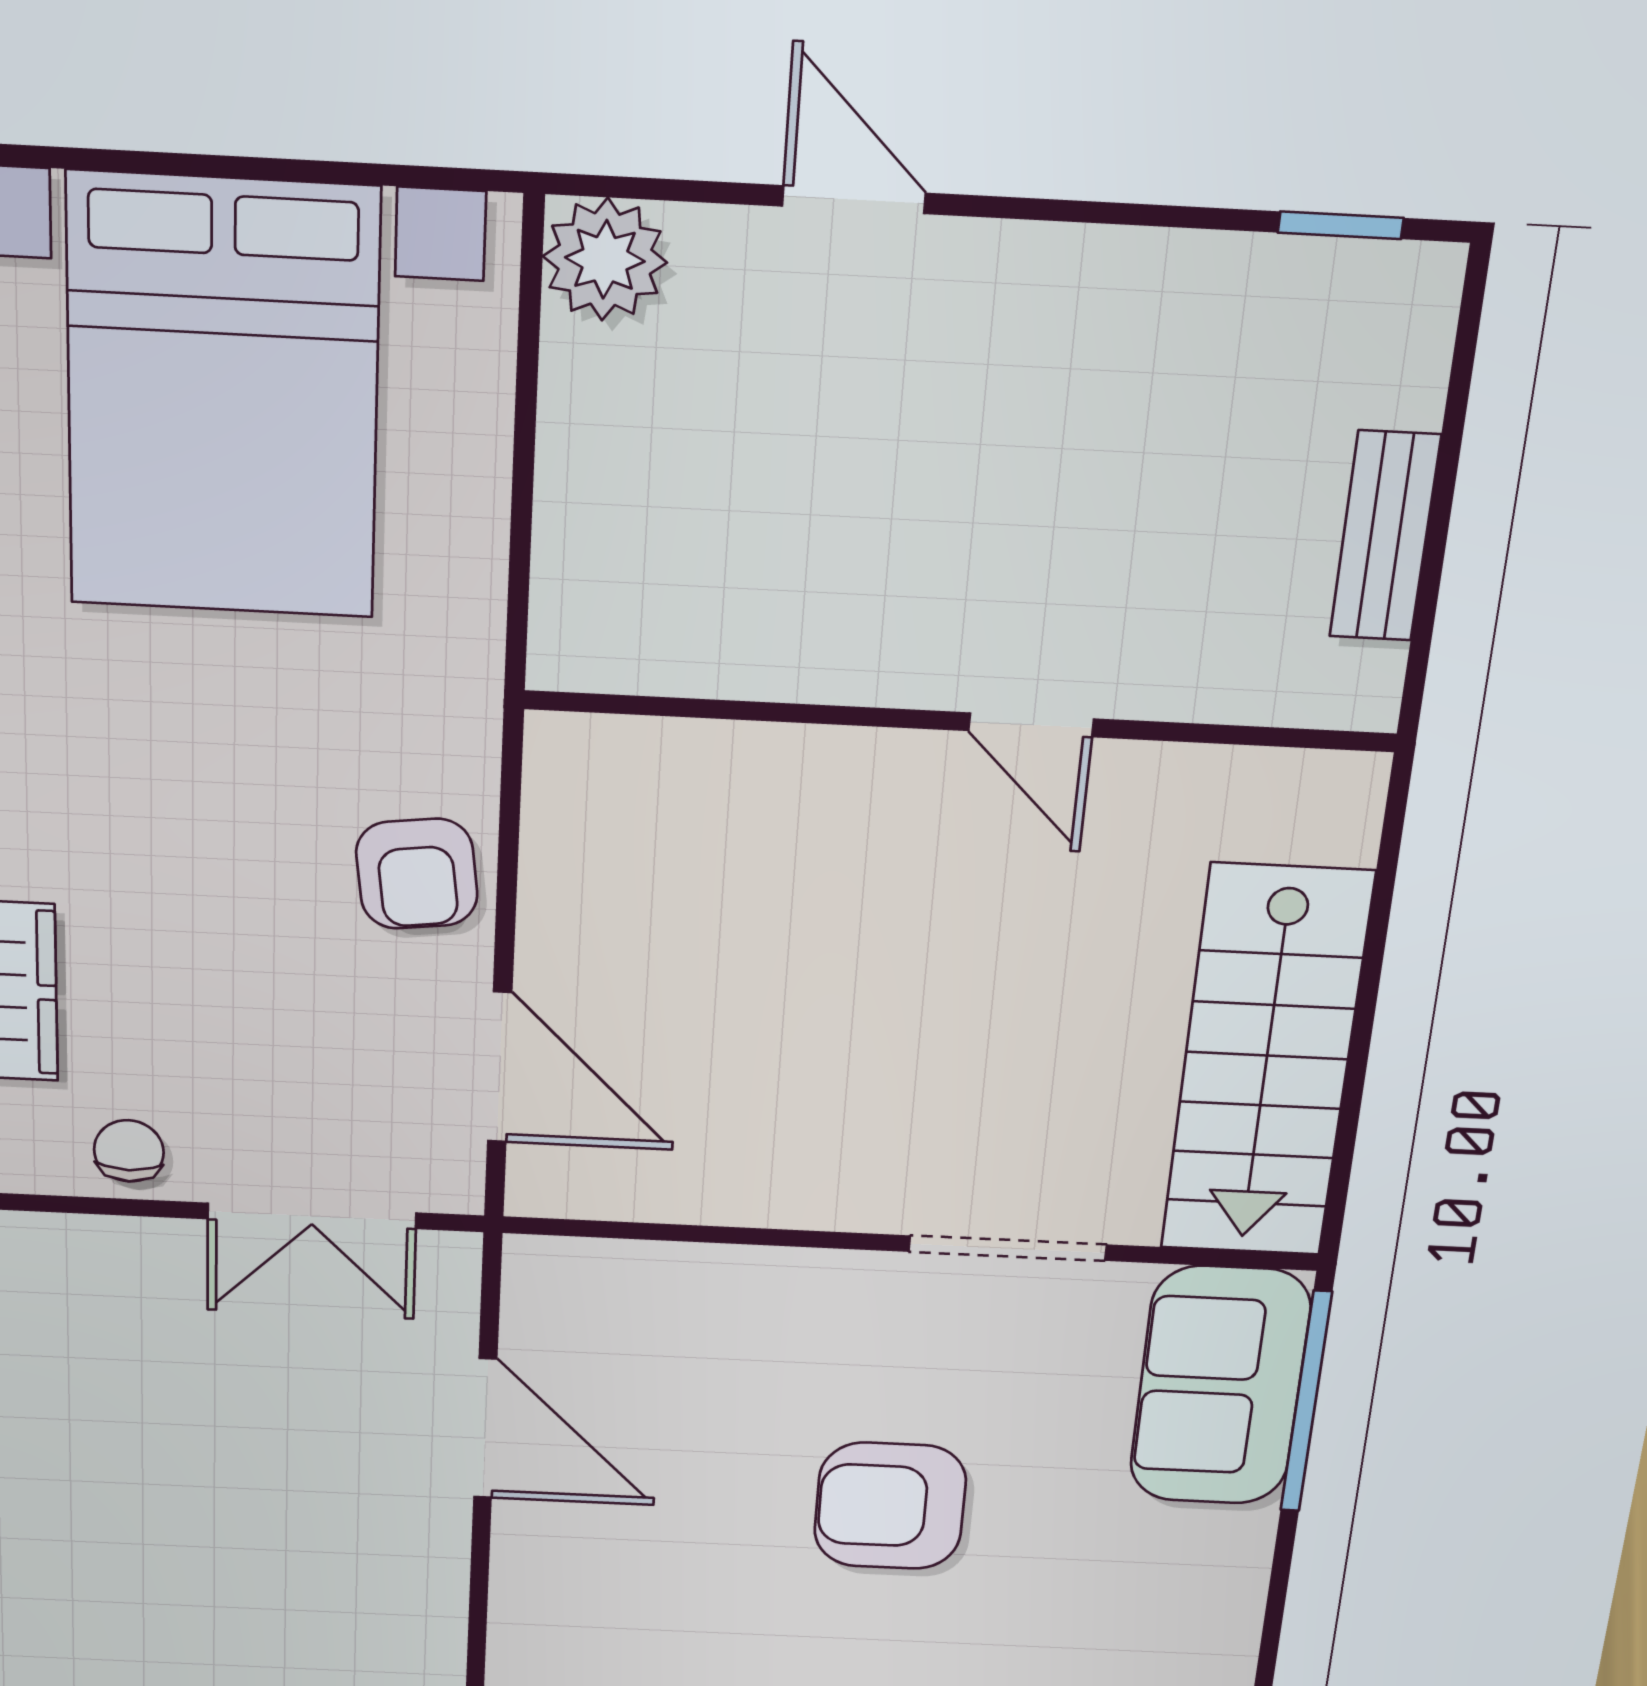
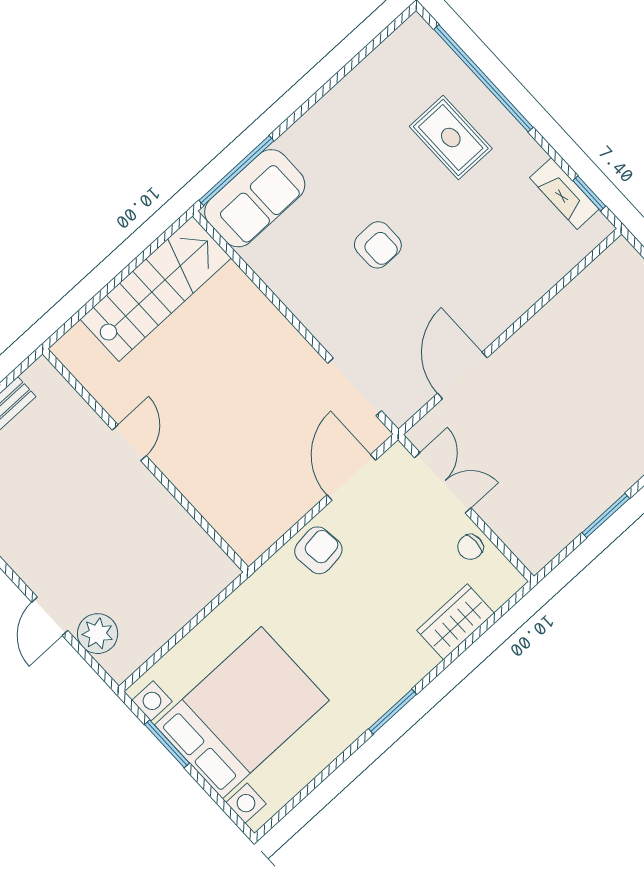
window: (311, 171) -> (167, 744), added
plant: (605, 259) -> (98, 634), moved
doorway: (1008, 1248) -> (355, 387), moved
armchair: (890, 1506) -> (378, 245), width x0.72, depth x0.72

